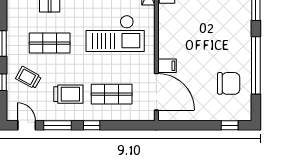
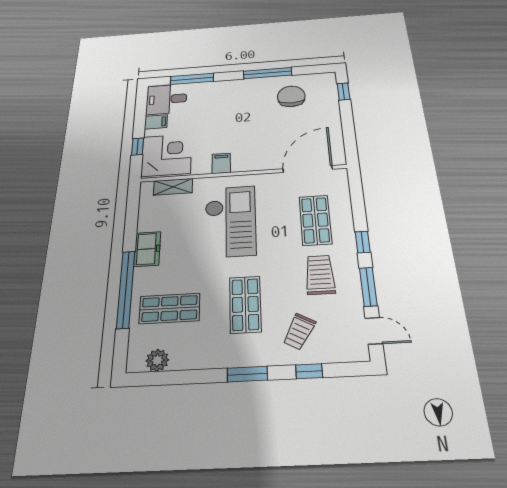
window: (256, 65) -> (267, 73), width x0.68
filing cabinet: (167, 66) -> (221, 163), moved
door: (27, 125) -> (374, 331), swing flipped

